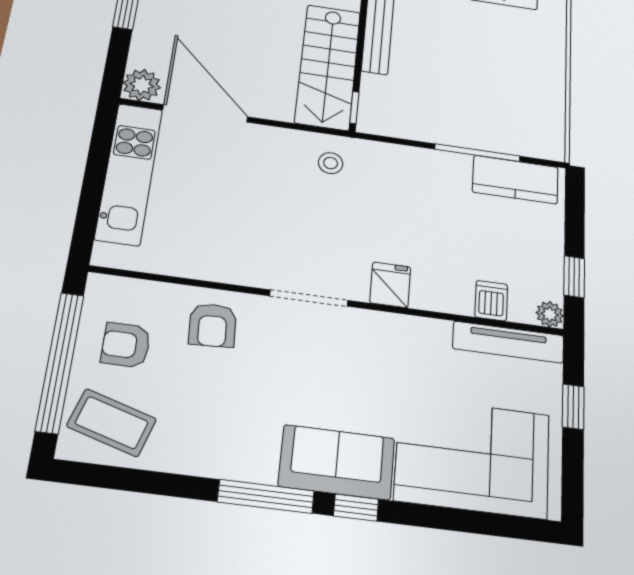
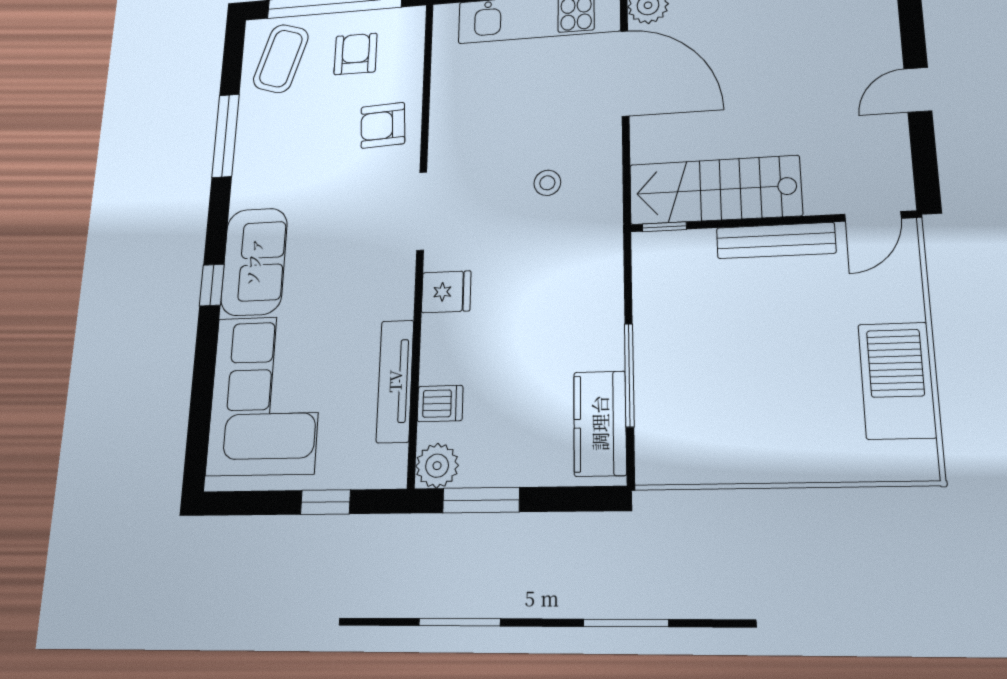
door: (205, 113) -> (625, 73), hinge flipped
stool: (331, 163) -> (547, 183), moved
window: (574, 277) -> (481, 500), width x1.50
plant: (550, 314) -> (437, 466), width x1.38, depth x1.38
tv unit: (508, 342) -> (395, 381), moved
window: (266, 496) -> (226, 136), moved

